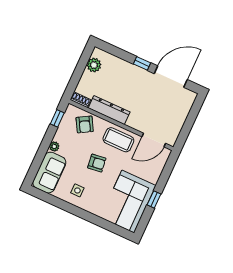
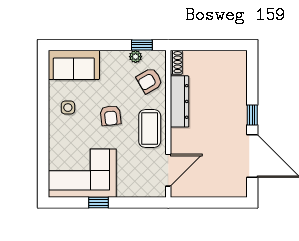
plant: (94, 65) -> (224, 59), removed
door: (154, 140) -> (168, 170), swing flipped
plant: (54, 146) -> (136, 57), moved

